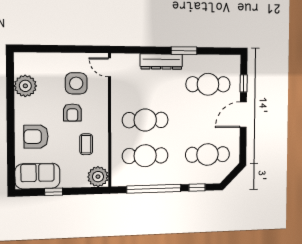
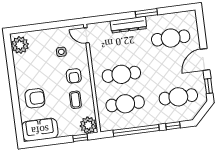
side table: (76, 83) -> (61, 52), width x0.54, depth x0.54
window: (244, 83) -> (209, 86), moved
plant: (25, 86) -> (20, 45), moved
armchair: (72, 113) -> (74, 76), moved
armchair: (36, 137) -> (35, 98), turned 180
window: (54, 192) -> (80, 138), moved

